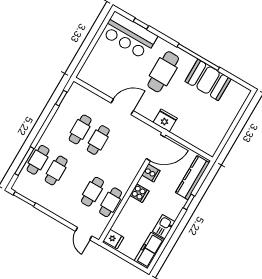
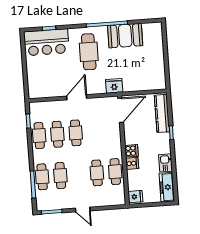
cafe table: (62, 119) -> (39, 136), added
cooker: (151, 173) -> (132, 163), moved
door: (84, 234) -> (83, 209), moved

